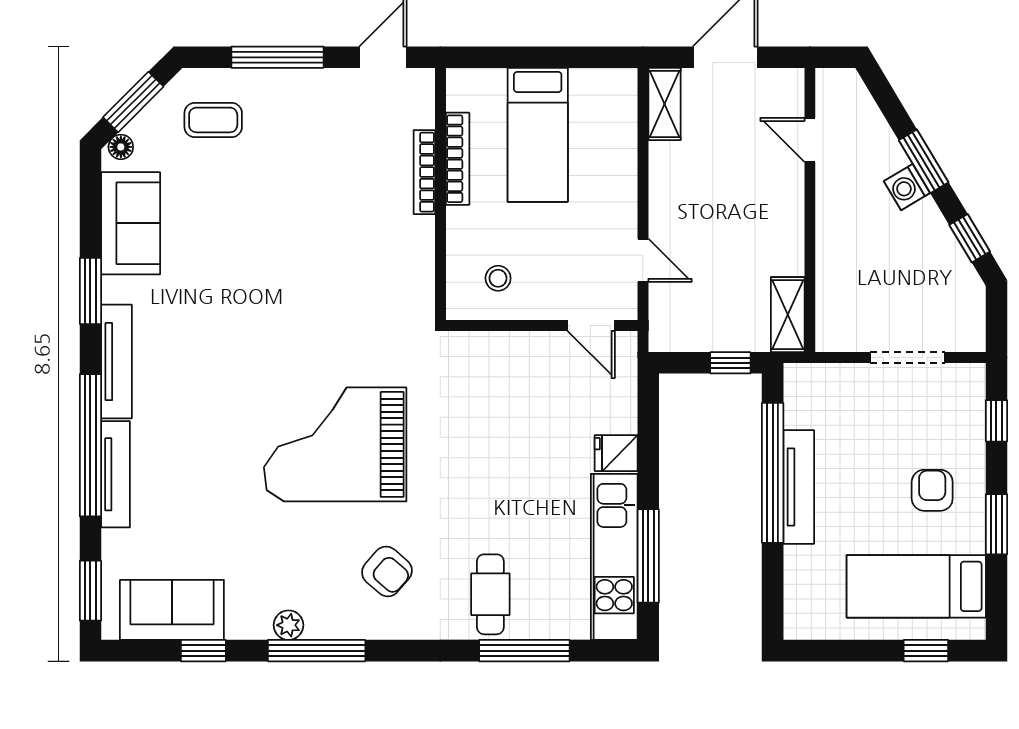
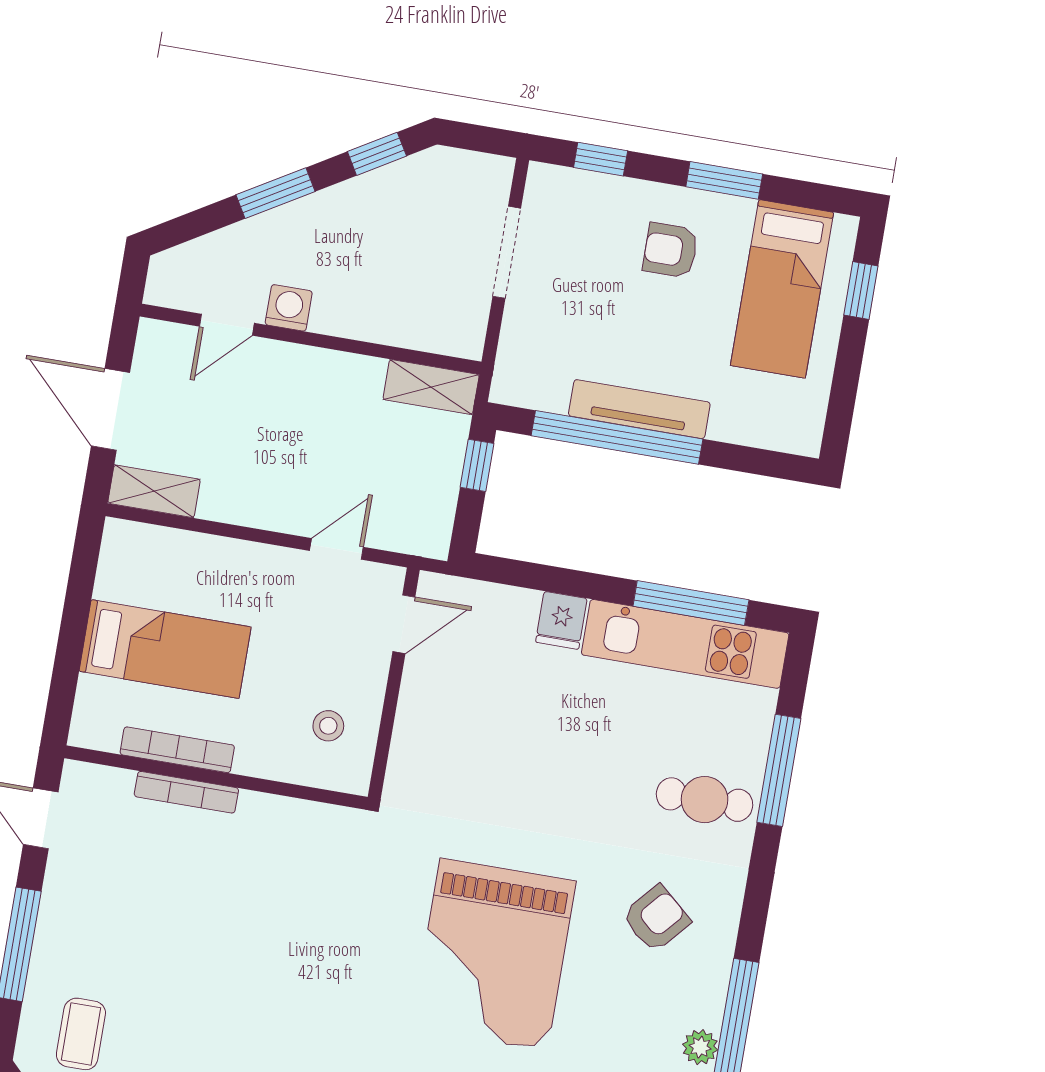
washing machine: (907, 187) -> (289, 308), moved, turned -149

